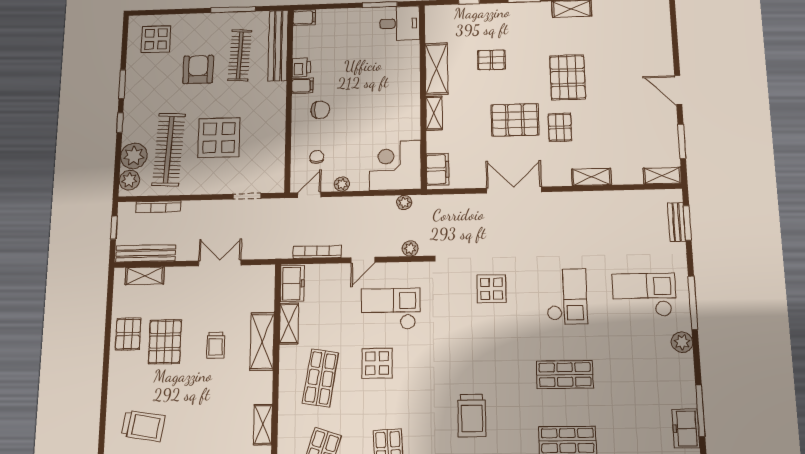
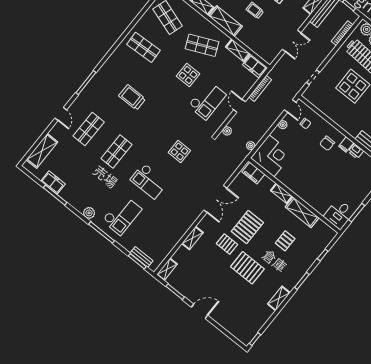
shelving: (262, 341) -> (225, 21), moved
shop shelf: (320, 378) -> (202, 45), turned -33

